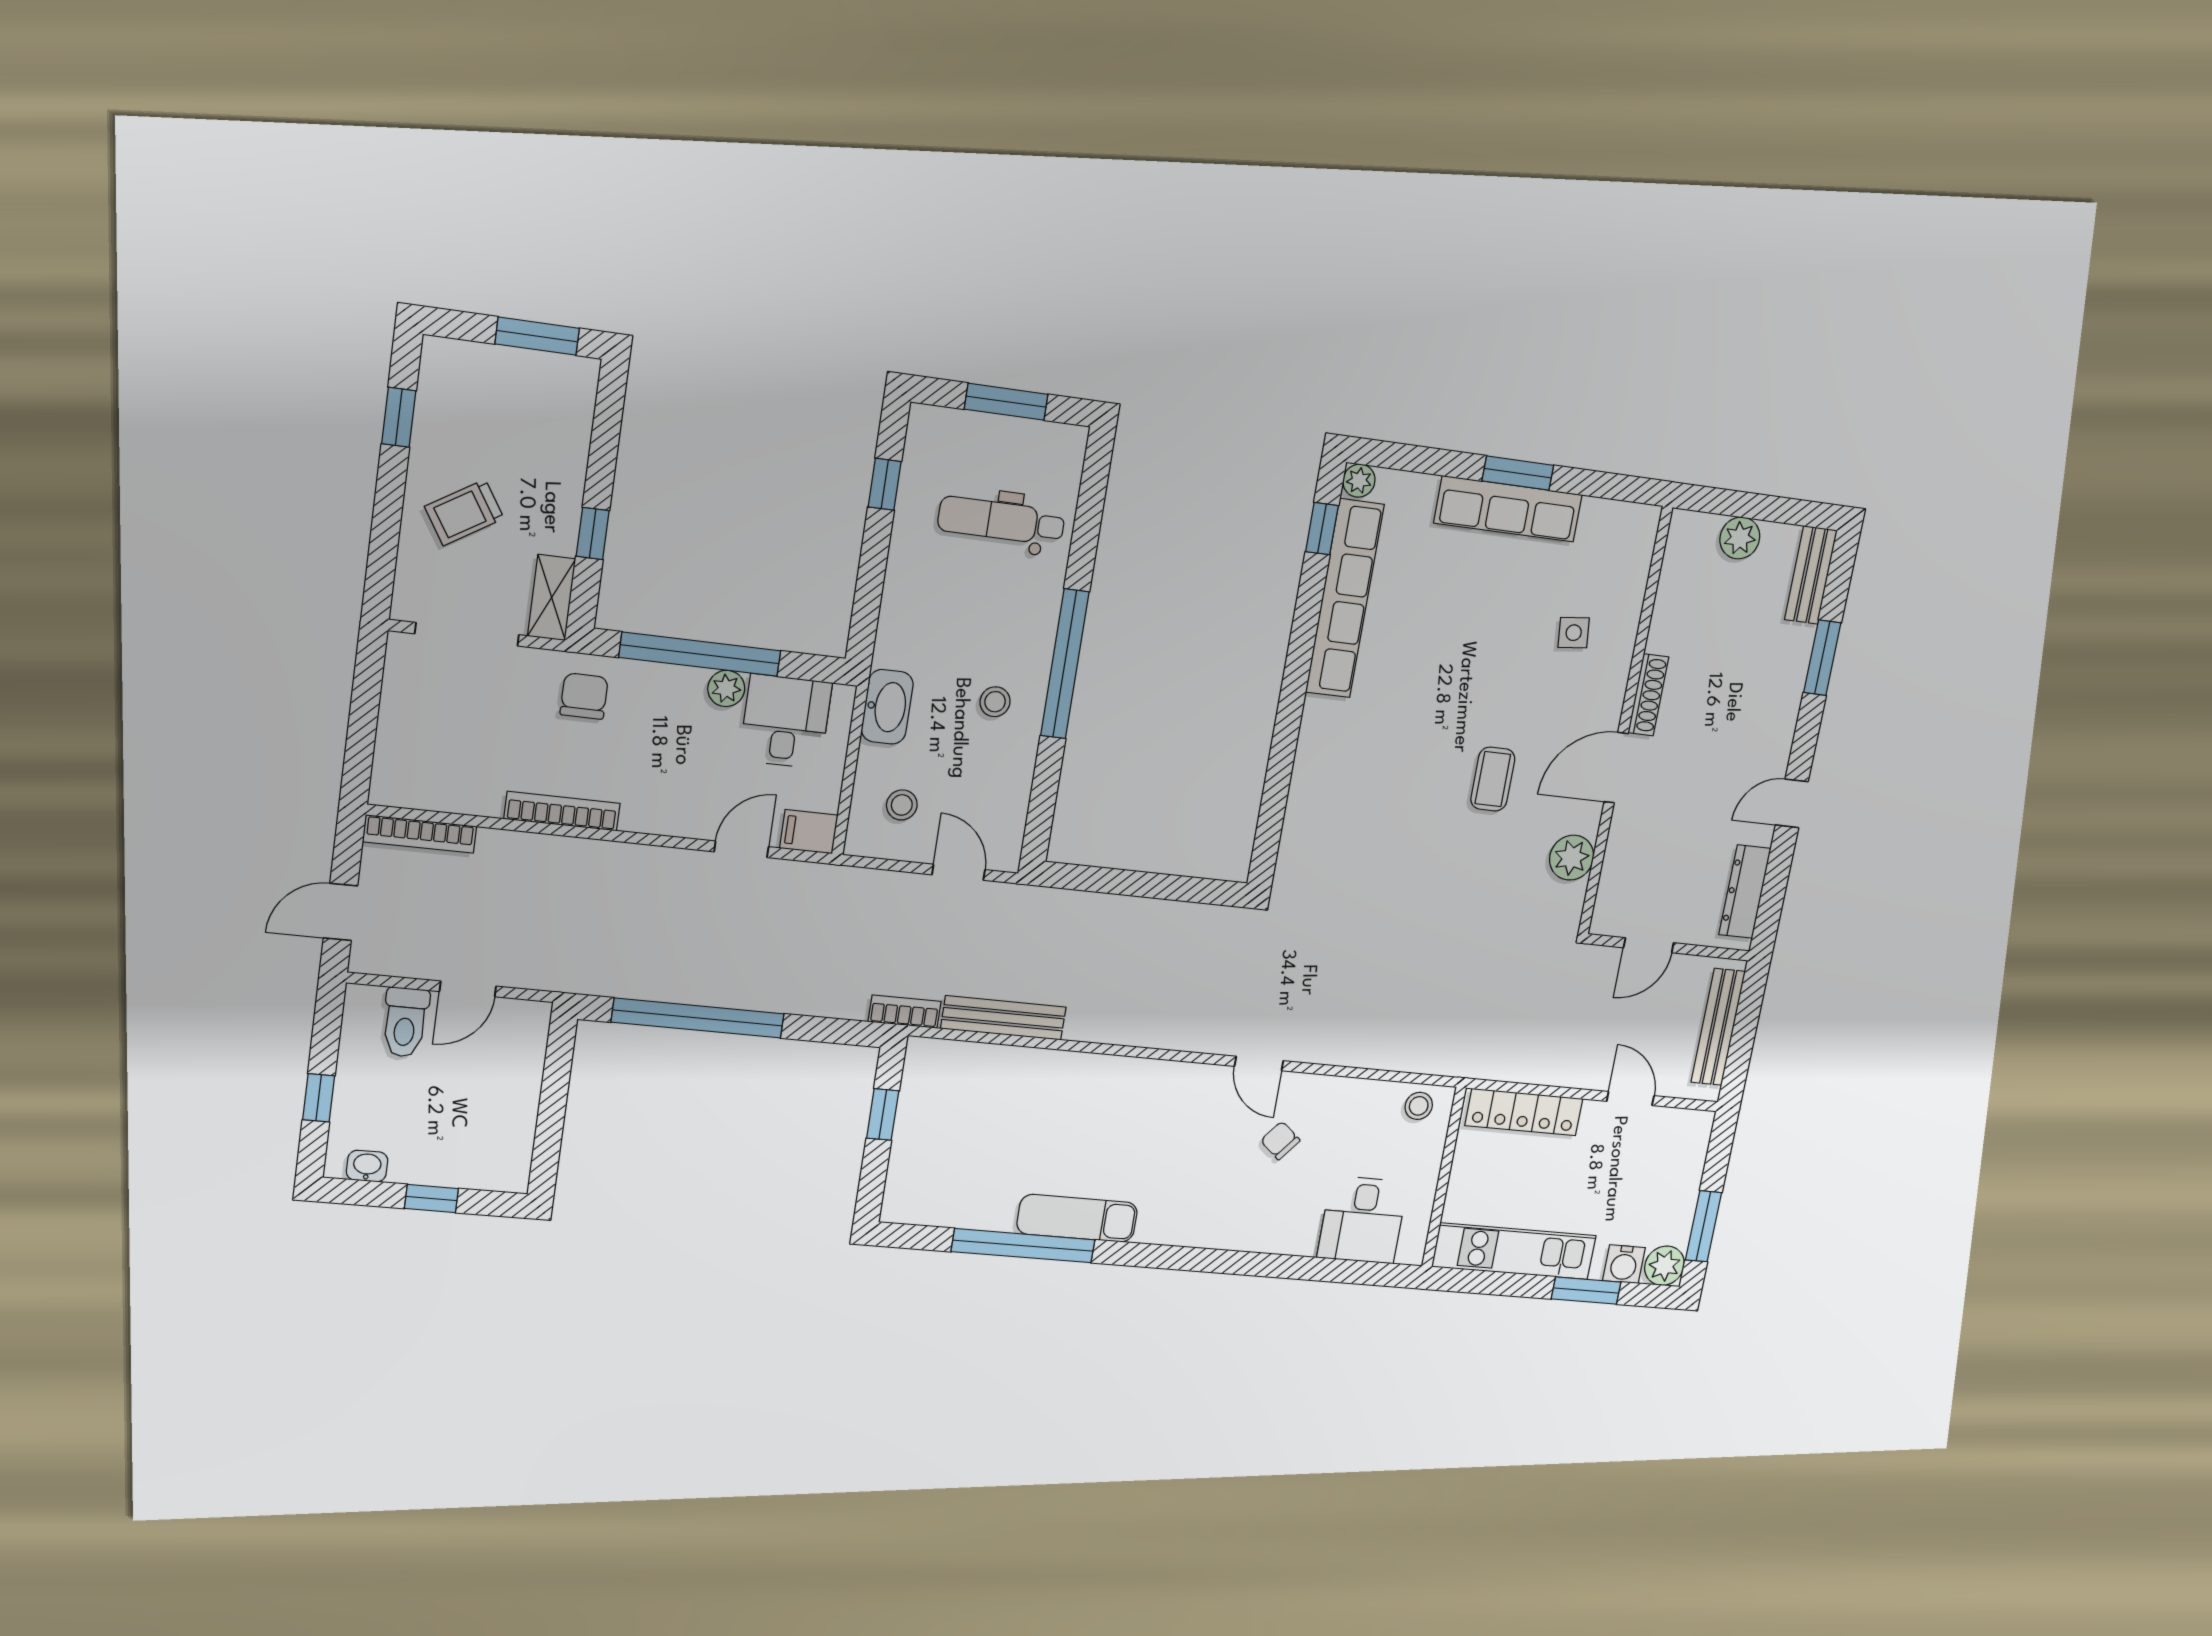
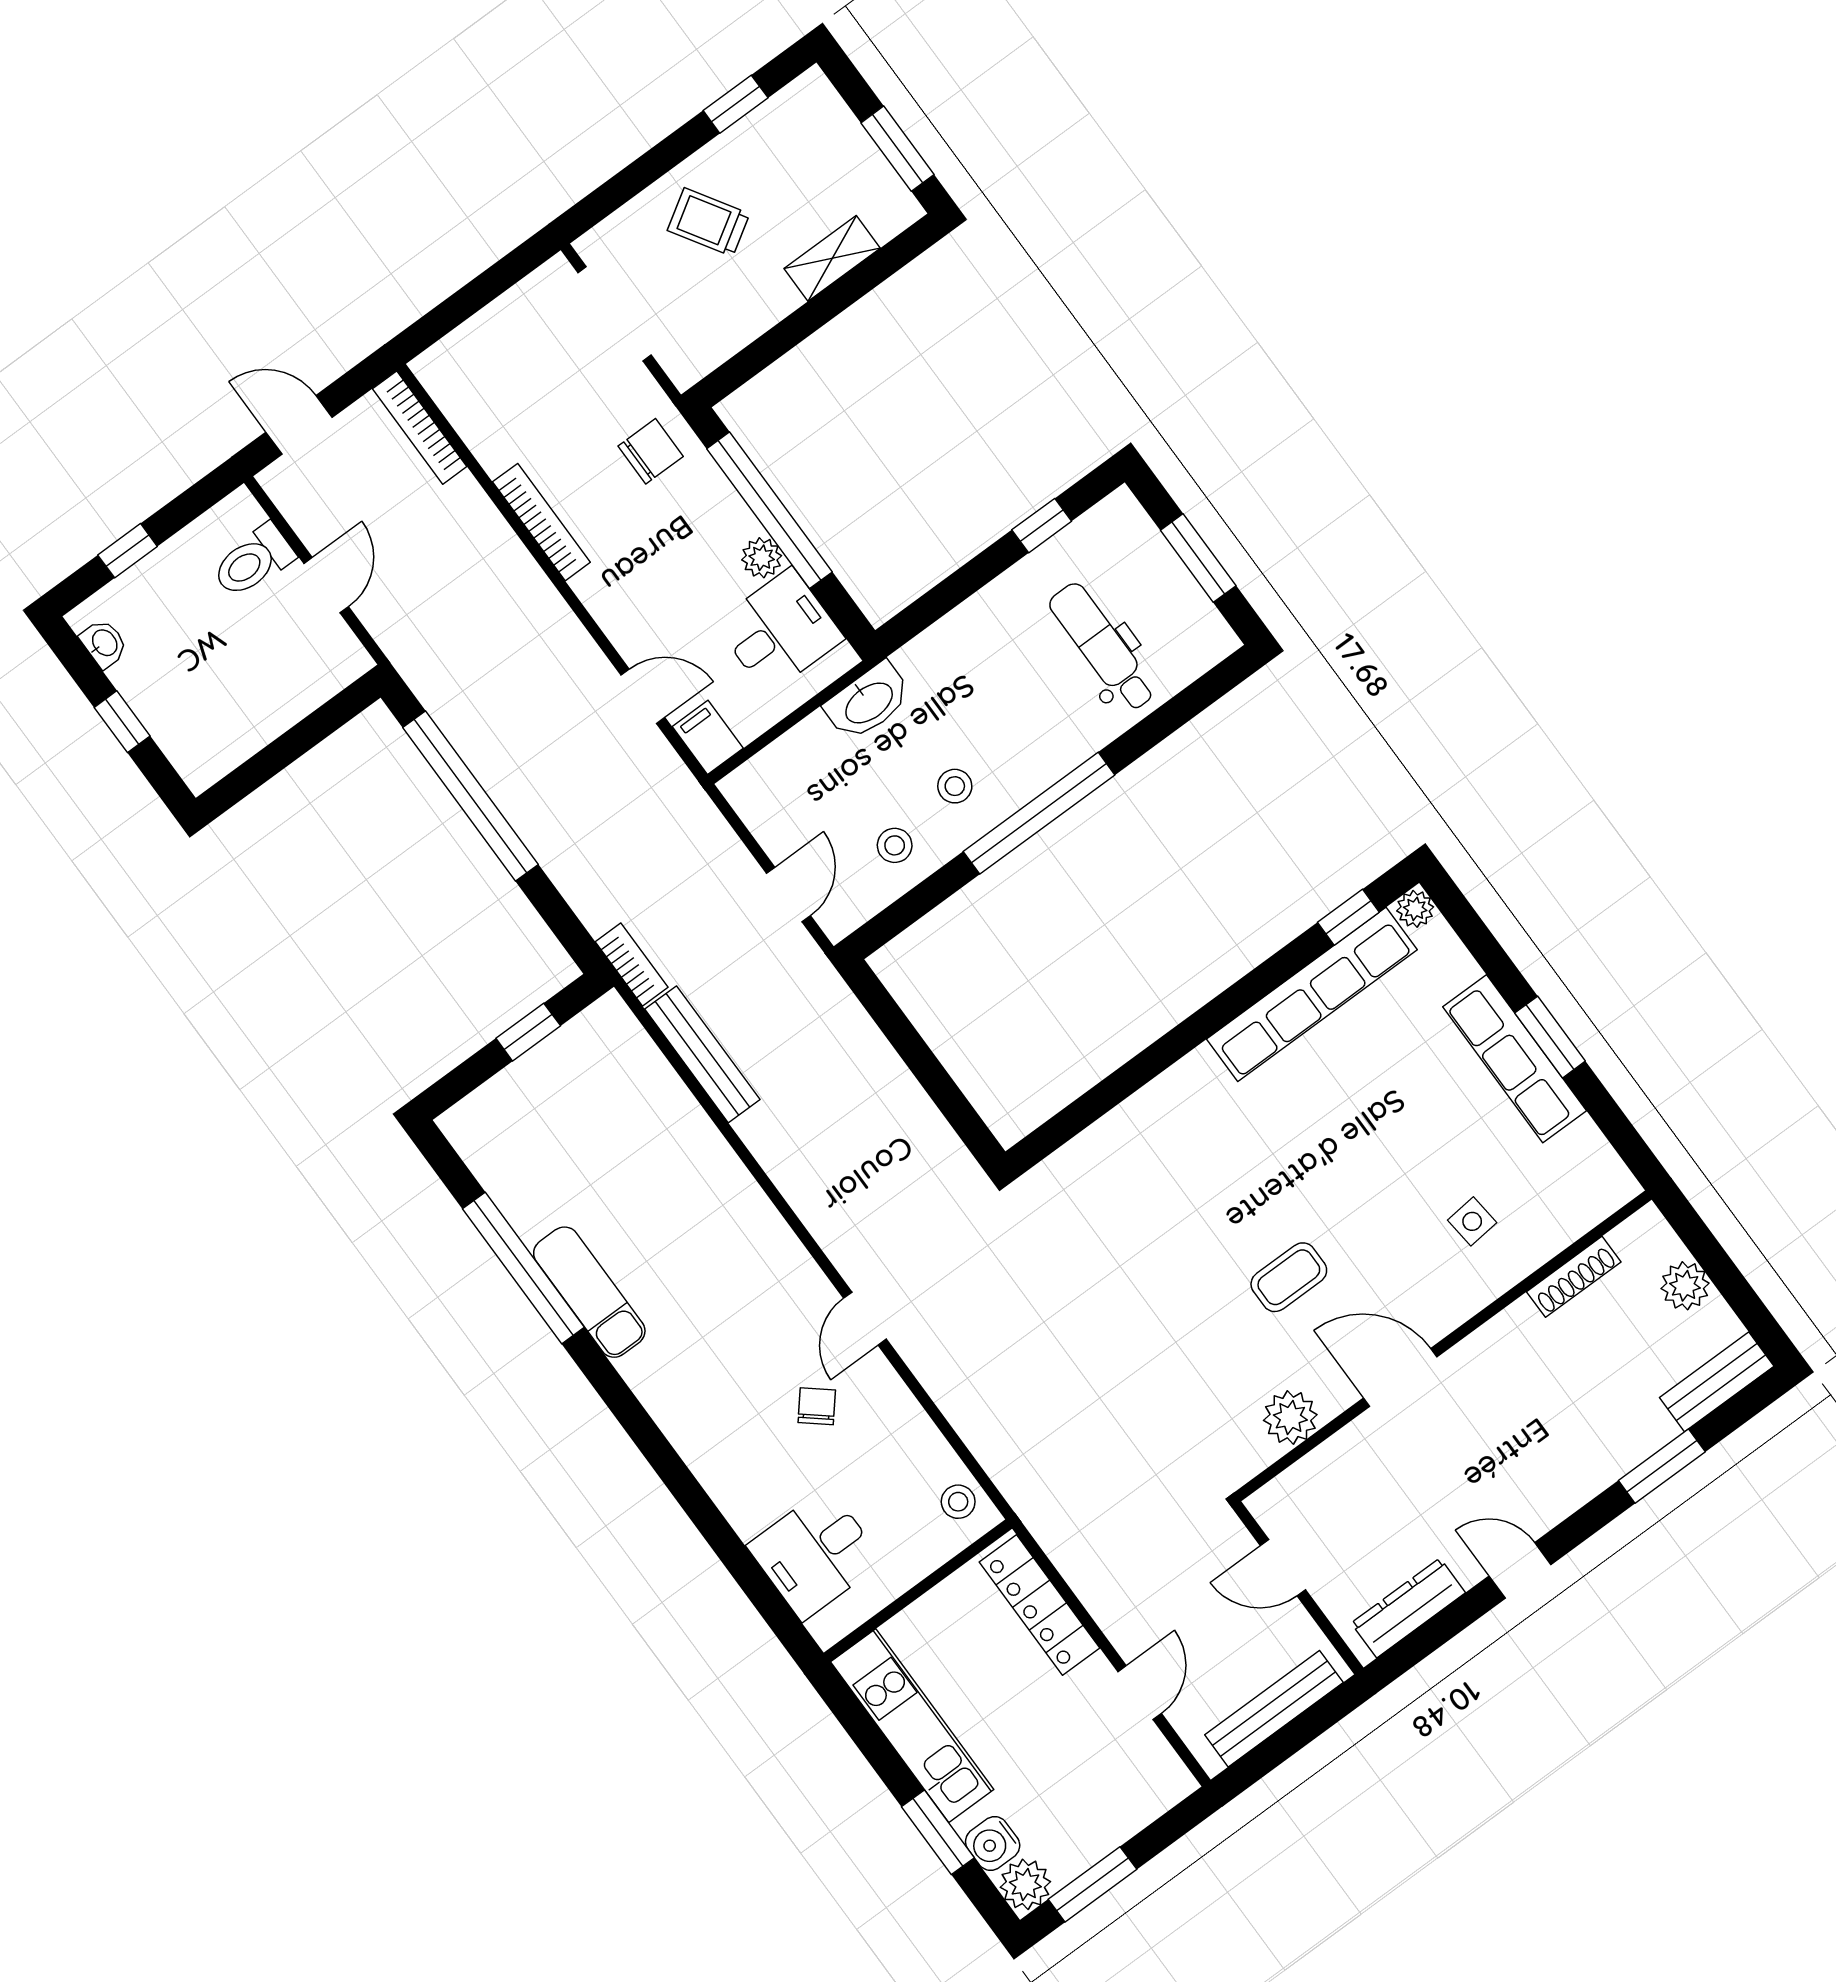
window: (593, 533) -> (786, 335), removed
shelving: (552, 598) -> (832, 258), moved
shoe rack: (1648, 695) -> (1574, 1277), moved
stool: (902, 805) -> (895, 845), moved
door: (468, 989) -> (326, 585), swing flipped

